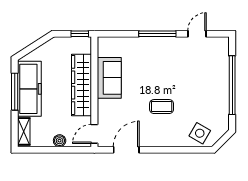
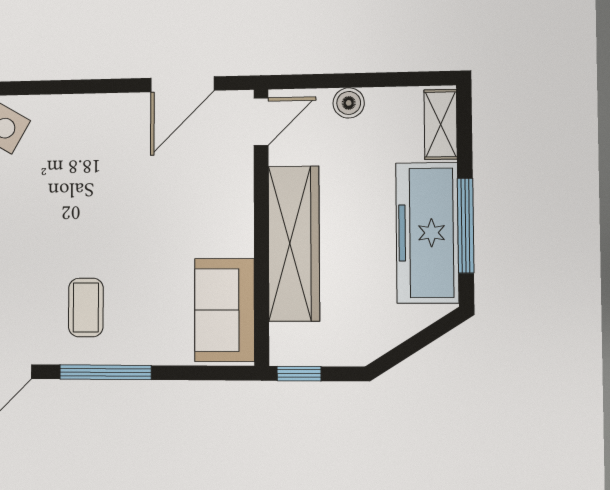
sofa: (109, 78) -> (225, 310), moved
coffee table: (162, 107) -> (86, 307), moved, turned 90

